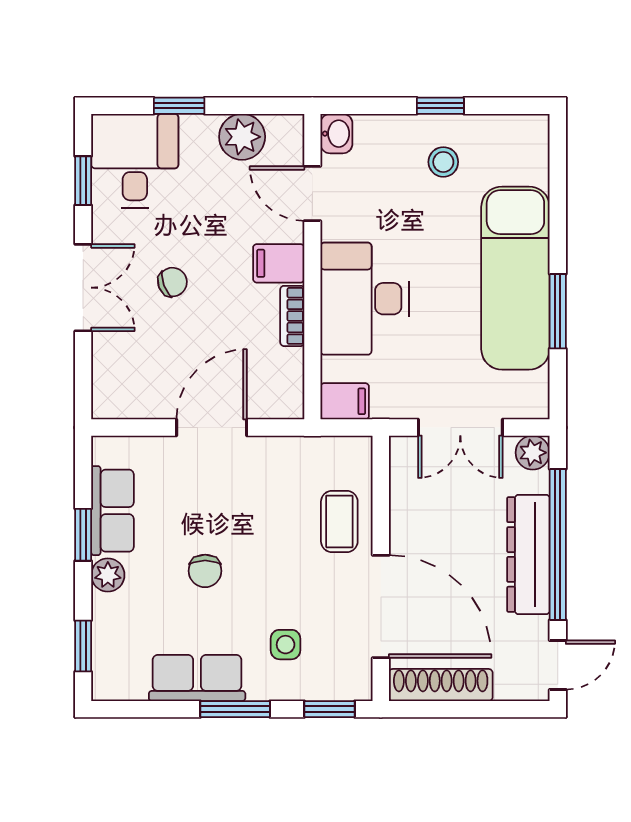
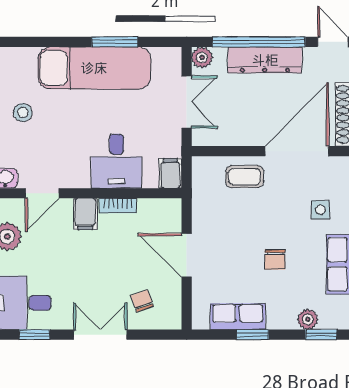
chair: (172, 282) -> (142, 301), moved
desk: (364, 299) -> (116, 161), width x0.73
chair: (205, 571) -> (275, 259), turned 90
plant: (108, 575) -> (308, 319), moved

